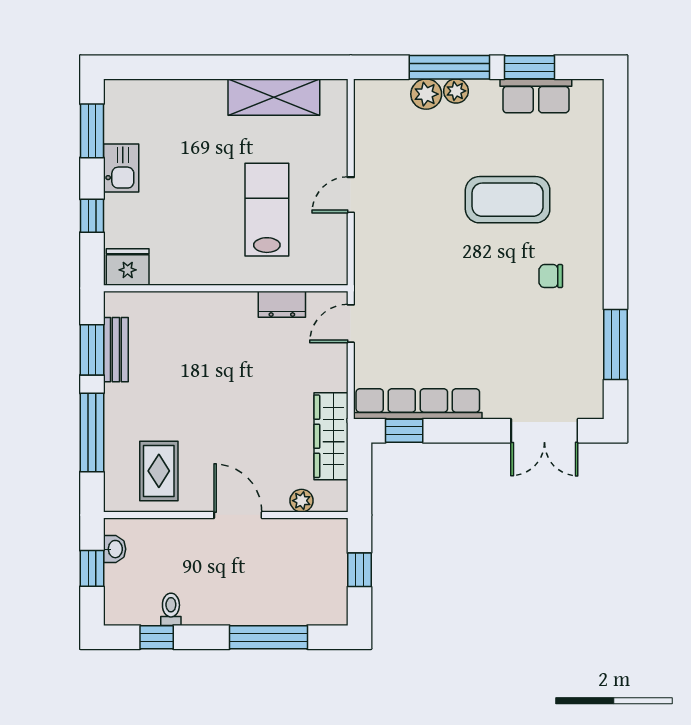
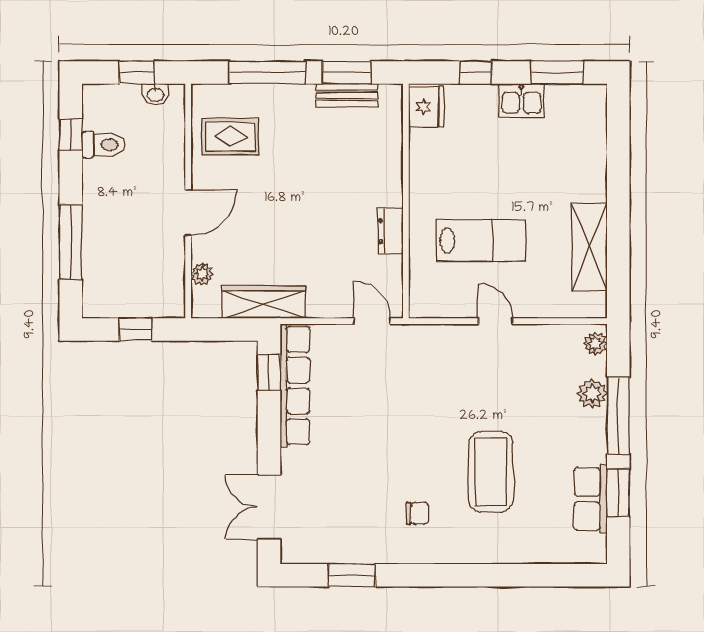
plant: (456, 91) -> (595, 343), moved
chair: (551, 276) -> (418, 513), turned 90
dresser: (282, 304) -> (390, 231), moved
window: (615, 344) -> (352, 575), width x0.69
toilet: (171, 609) -> (104, 145), width x1.37, depth x1.39

